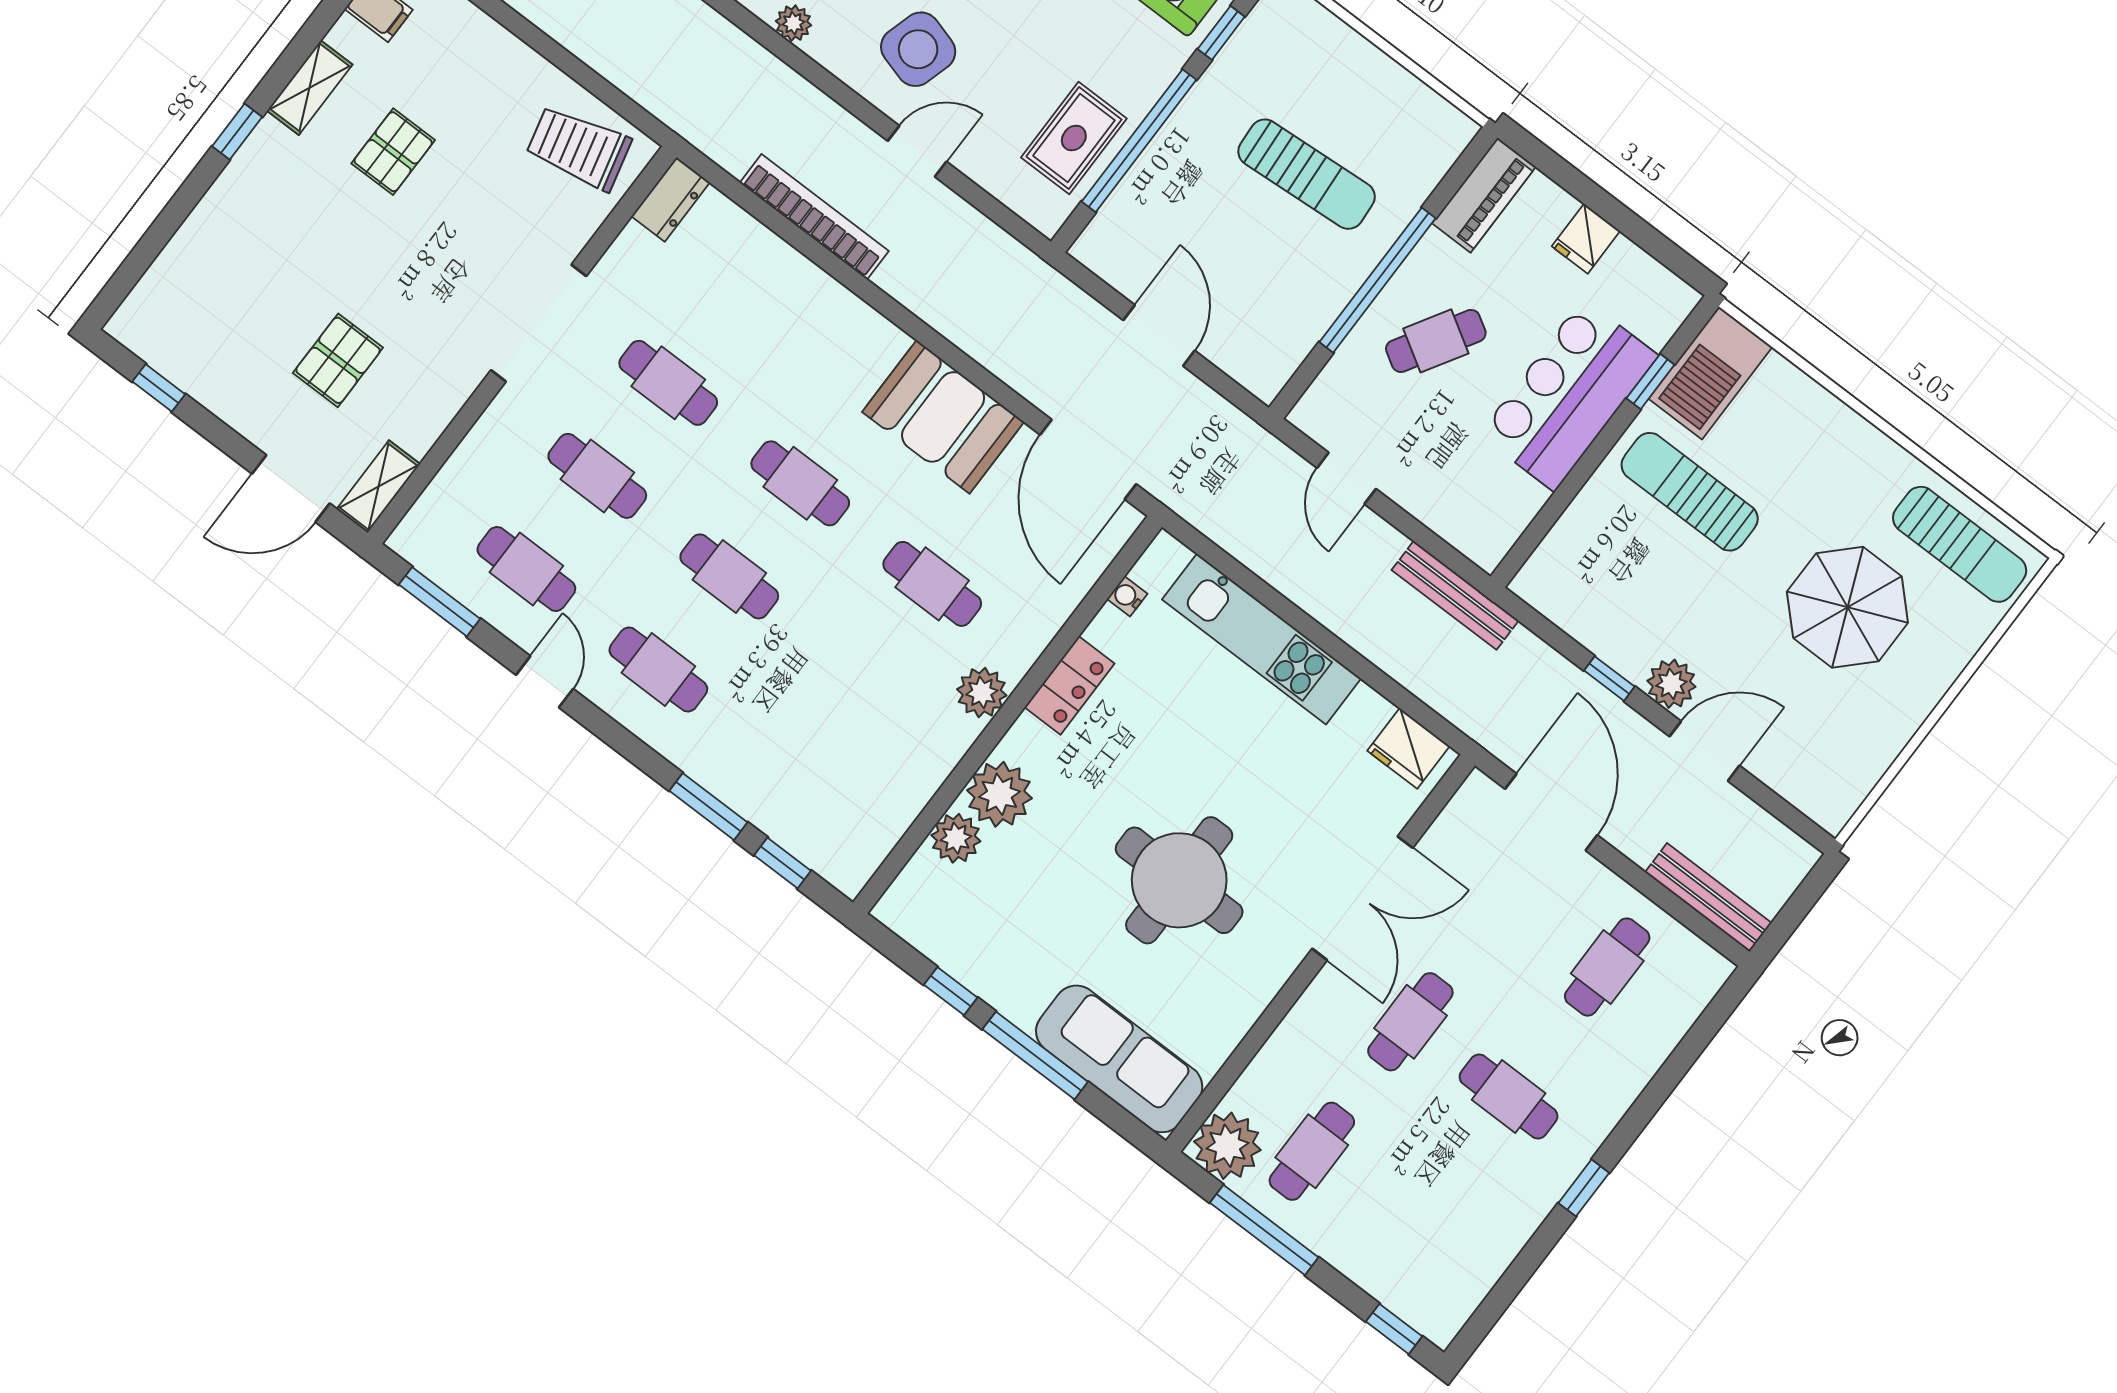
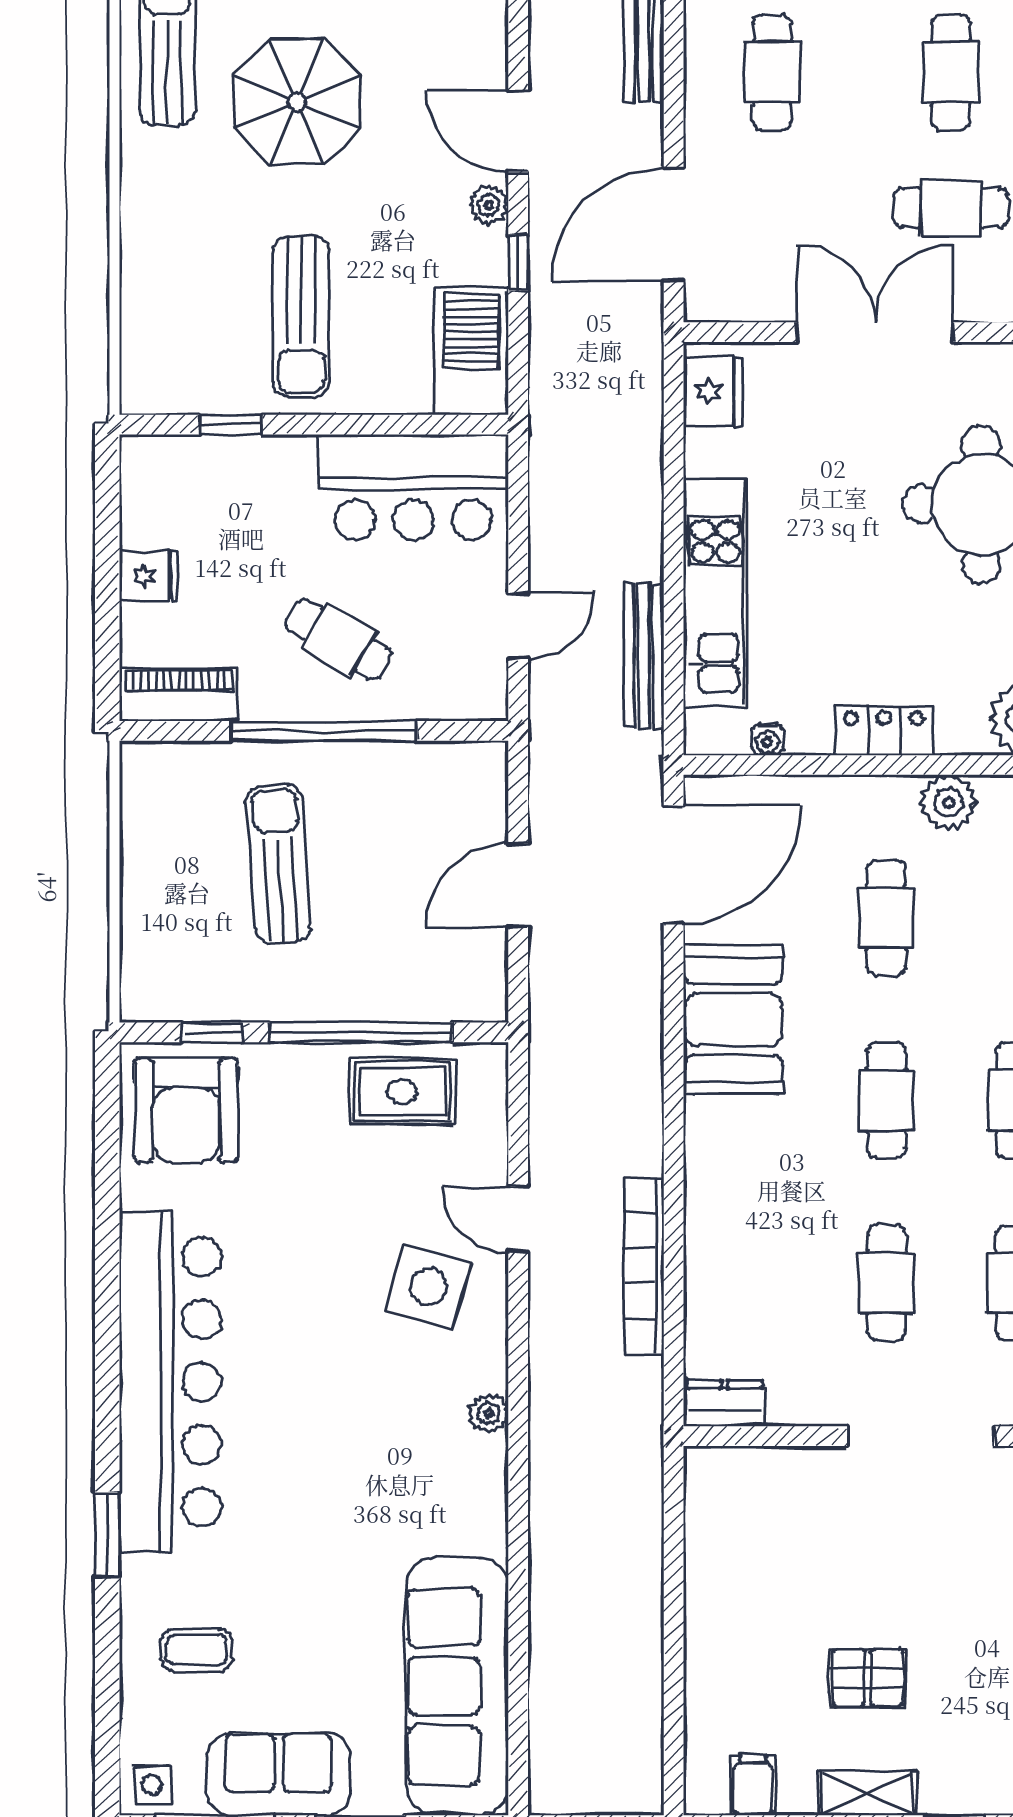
trolley: (579, 148) -> (741, 1518), removed
barbecue: (1710, 373) -> (471, 351), moved, turned -90
bar counter: (1569, 395) -> (413, 487), moved
bench: (1455, 595) -> (644, 656), moved
plant: (1671, 684) -> (489, 205), width x0.73, depth x0.73
cafe table: (1607, 967) -> (772, 72), turned 90

